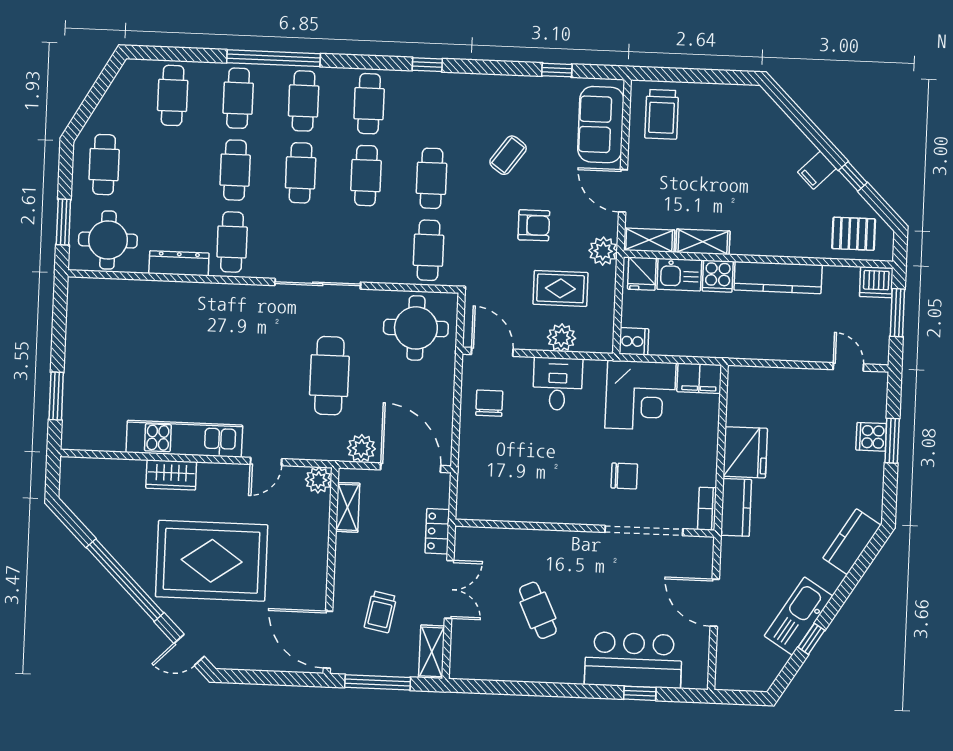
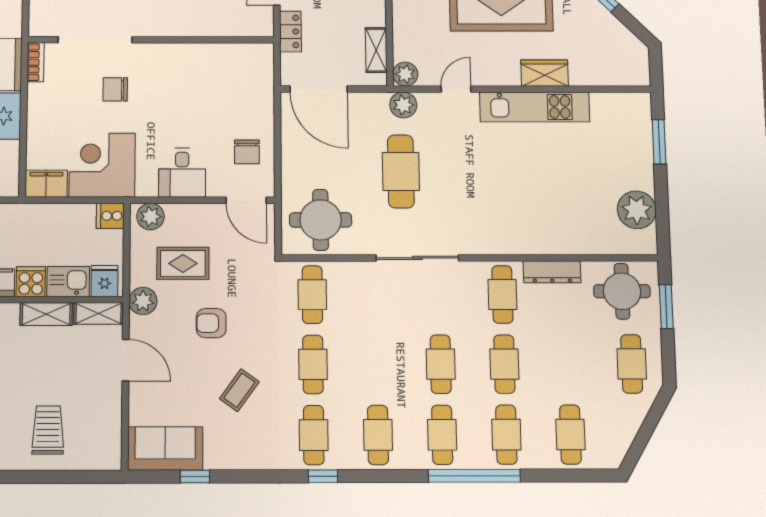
trolley: (662, 114) -> (48, 430), moved
sofa: (601, 125) -> (165, 448), moved, turned -90
cafe table: (366, 176) -> (314, 435), moved
plant: (86, 325) -> (637, 210), added
plant: (561, 338) -> (150, 217), moved
plant: (361, 448) -> (403, 105), moved

